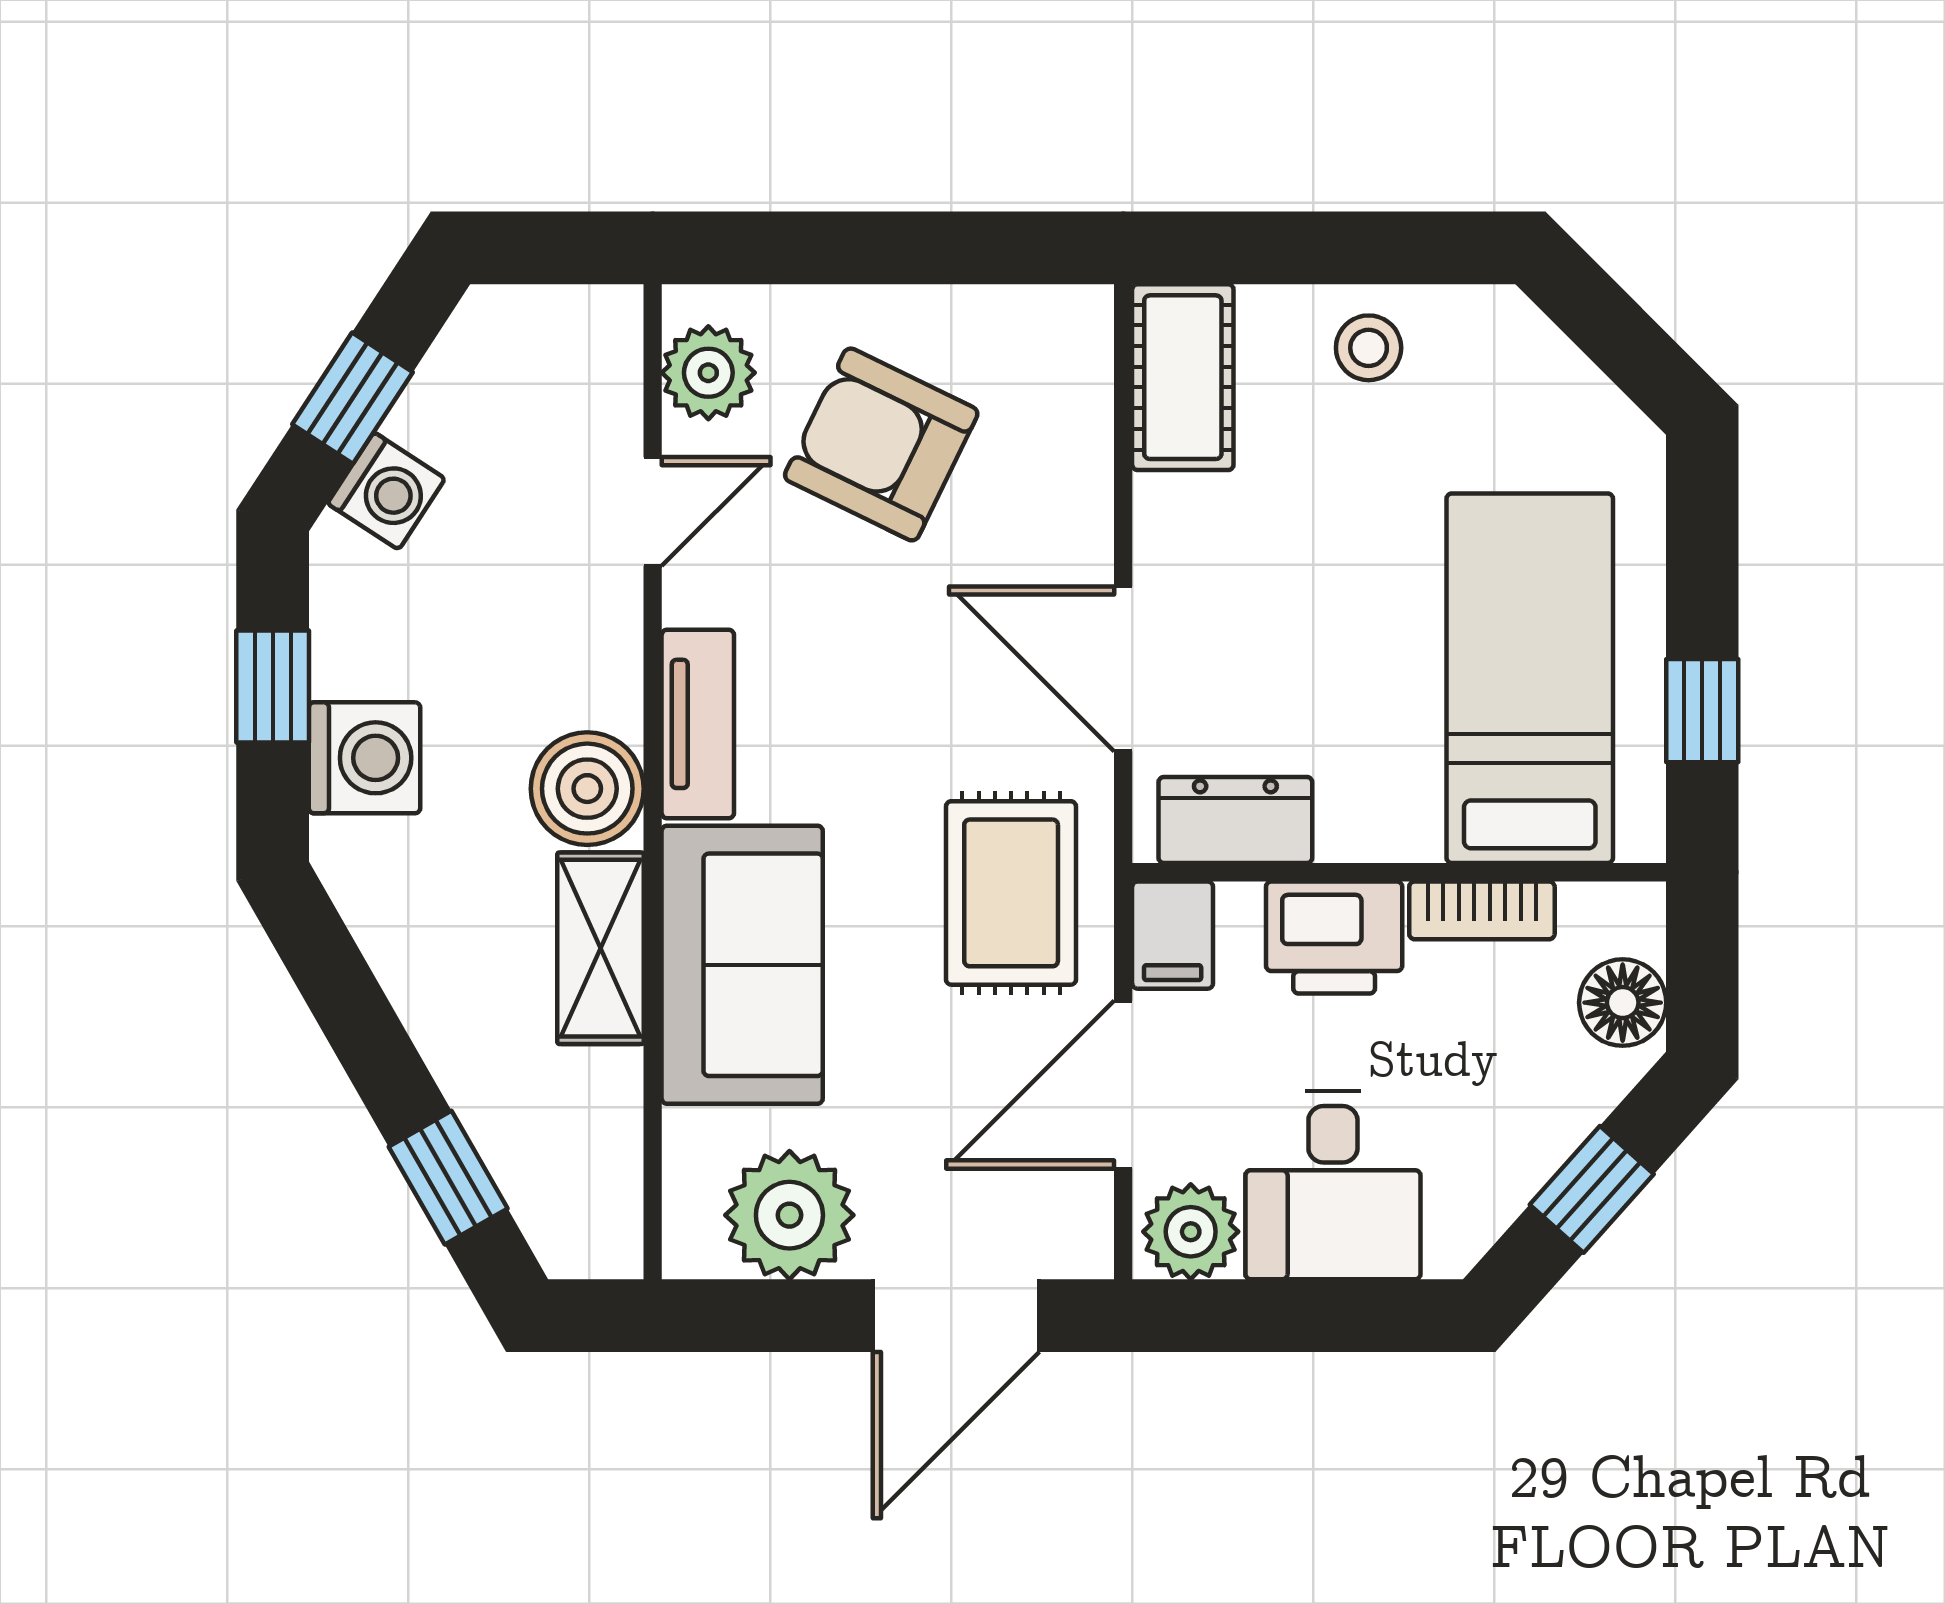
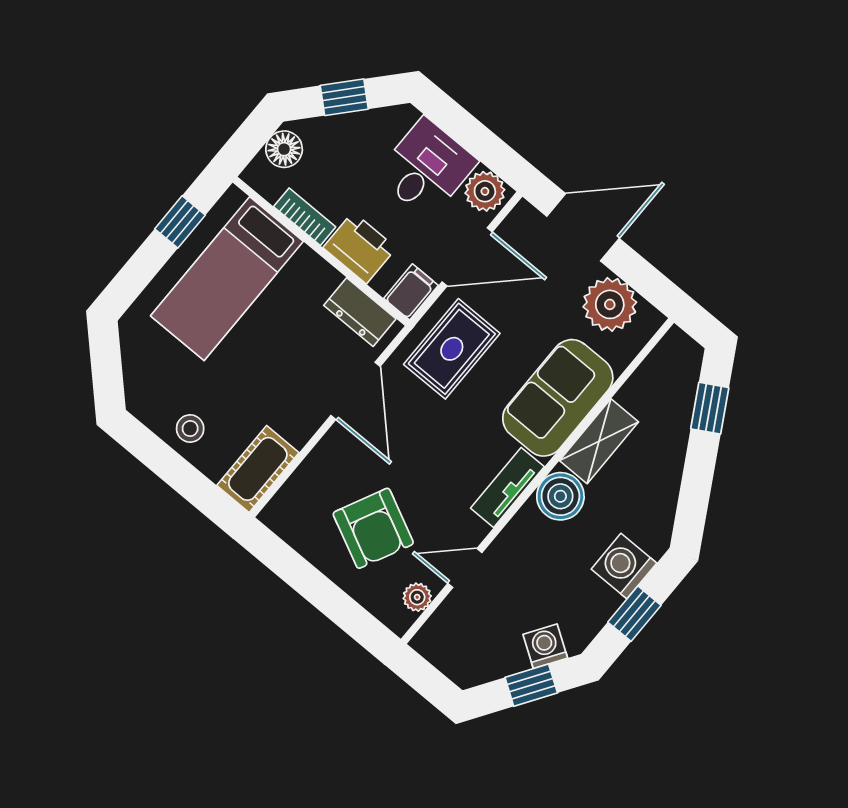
plant: (708, 373) -> (417, 597), width x0.73, depth x0.73

